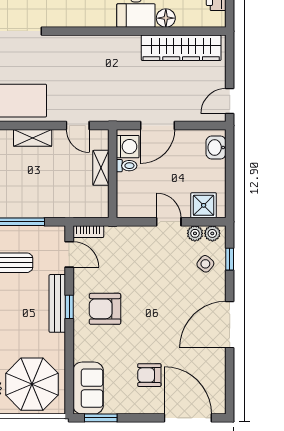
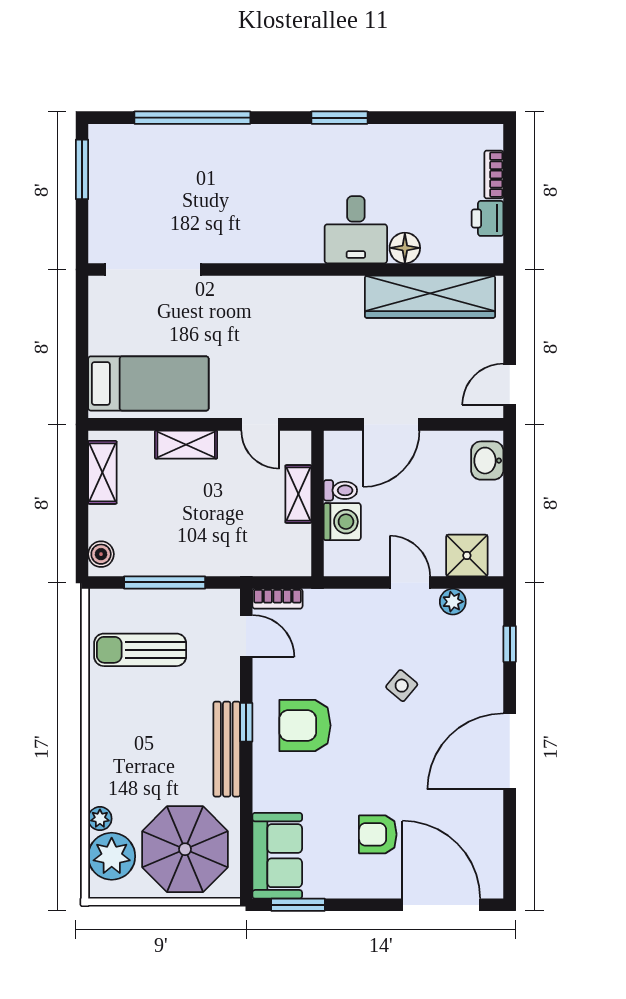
washing machine: (128, 147) -> (342, 522), moved
plant: (212, 233) -> (481, 602), removed
side table: (205, 264) -> (402, 686), moved
bench: (57, 303) -> (227, 749), moved

